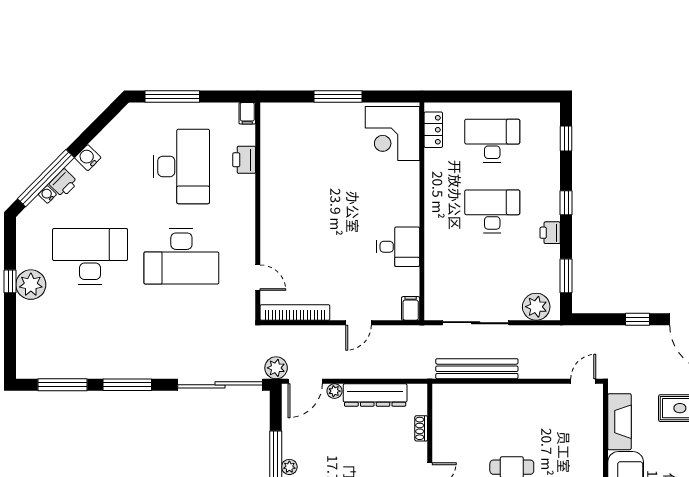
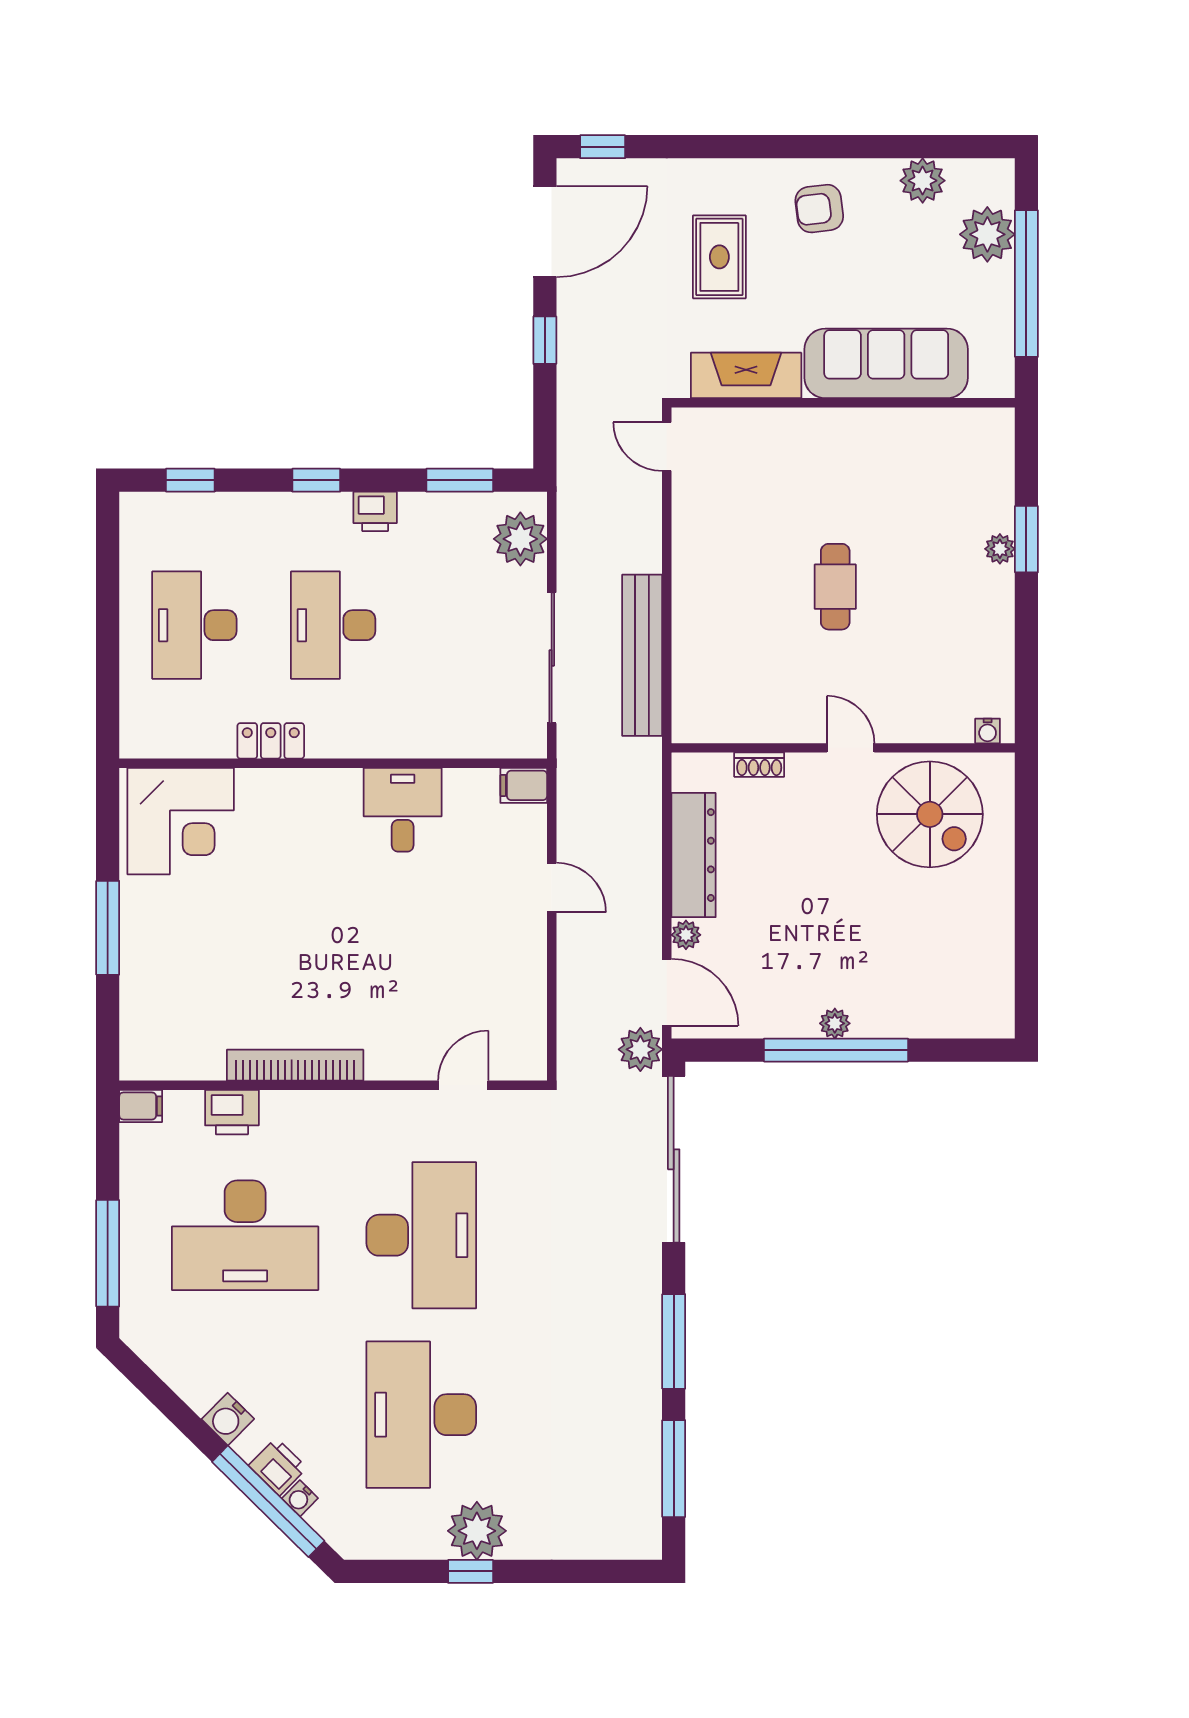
locker: (433, 130) -> (271, 741), moved
desk: (181, 166) -> (245, 1235), turned 180
bookcase: (295, 312) -> (295, 1065), moved, turned 90

